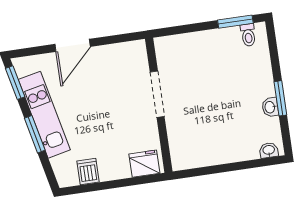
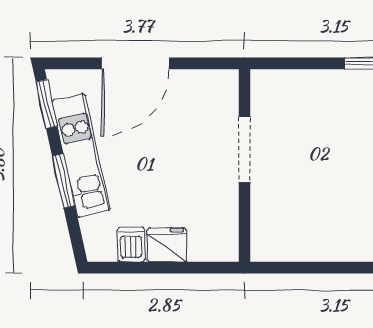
door: (73, 45) -> (135, 63), width x1.36
fridge: (144, 164) -> (167, 245), moved

